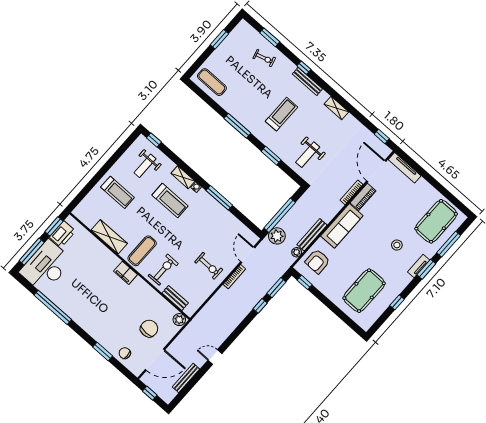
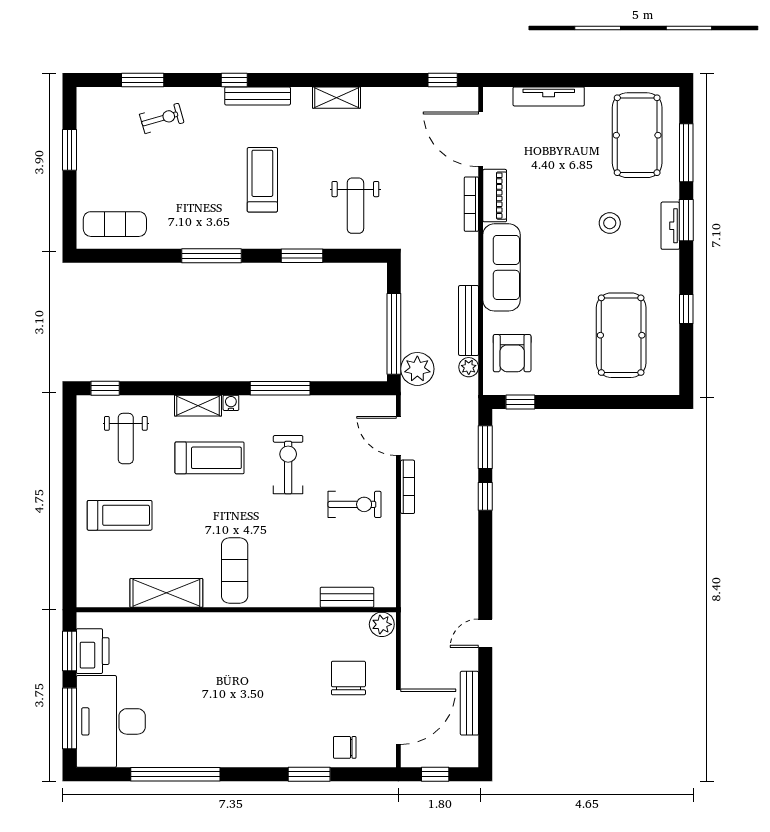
tv unit: (405, 168) -> (549, 96), moved
exercise bike: (163, 270) -> (288, 465), moved
filing cabinet: (125, 273) -> (239, 626), removed

